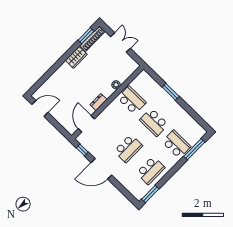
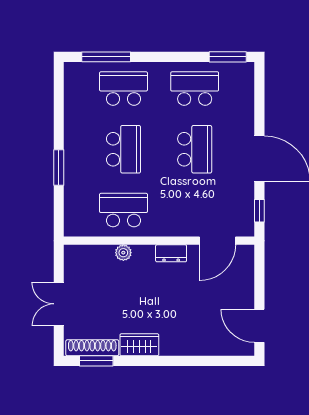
school desk: (132, 100) -> (124, 210), turned 90
school desk: (176, 144) -> (124, 88), turned 90
school desk: (128, 148) -> (195, 149), turned 90

